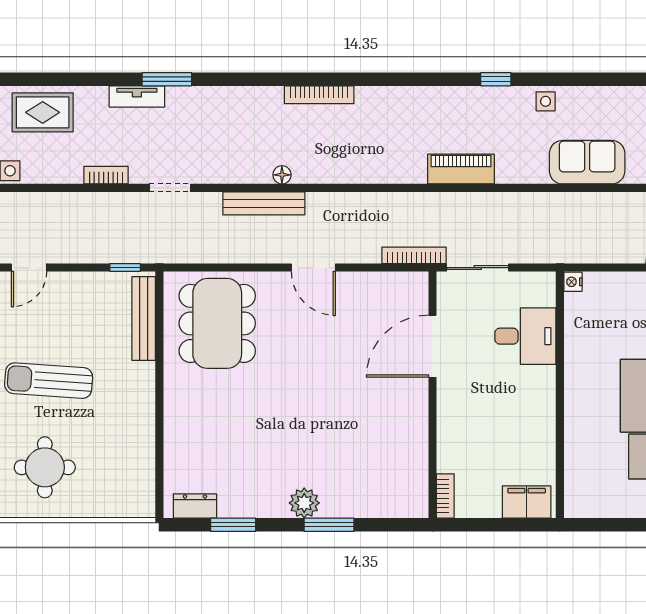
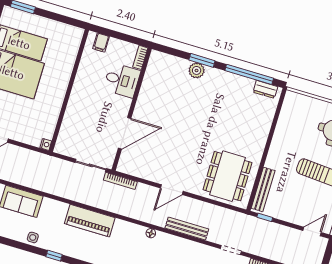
piano: (461, 169) -> (90, 221), width x1.37, depth x1.33
floor lamp: (282, 175) -> (151, 233), moved
door: (313, 268) -> (172, 190), swing flipped
desk: (525, 336) -> (122, 80), moved, turned 180
filing cabinet: (527, 502) -> (101, 43), width x0.50
plant: (304, 503) -> (197, 70), moved
window: (233, 525) -> (249, 74), width x2.11

